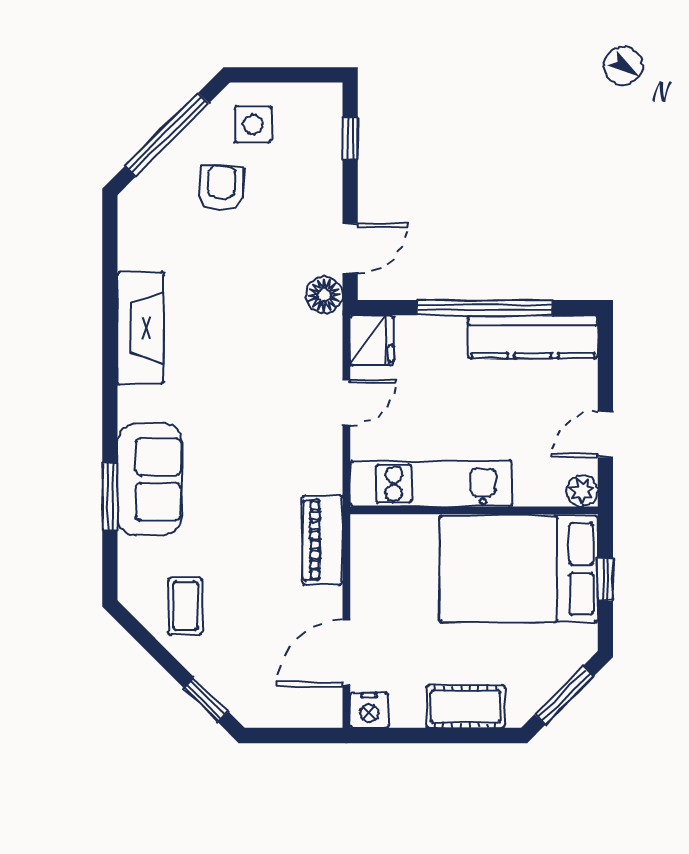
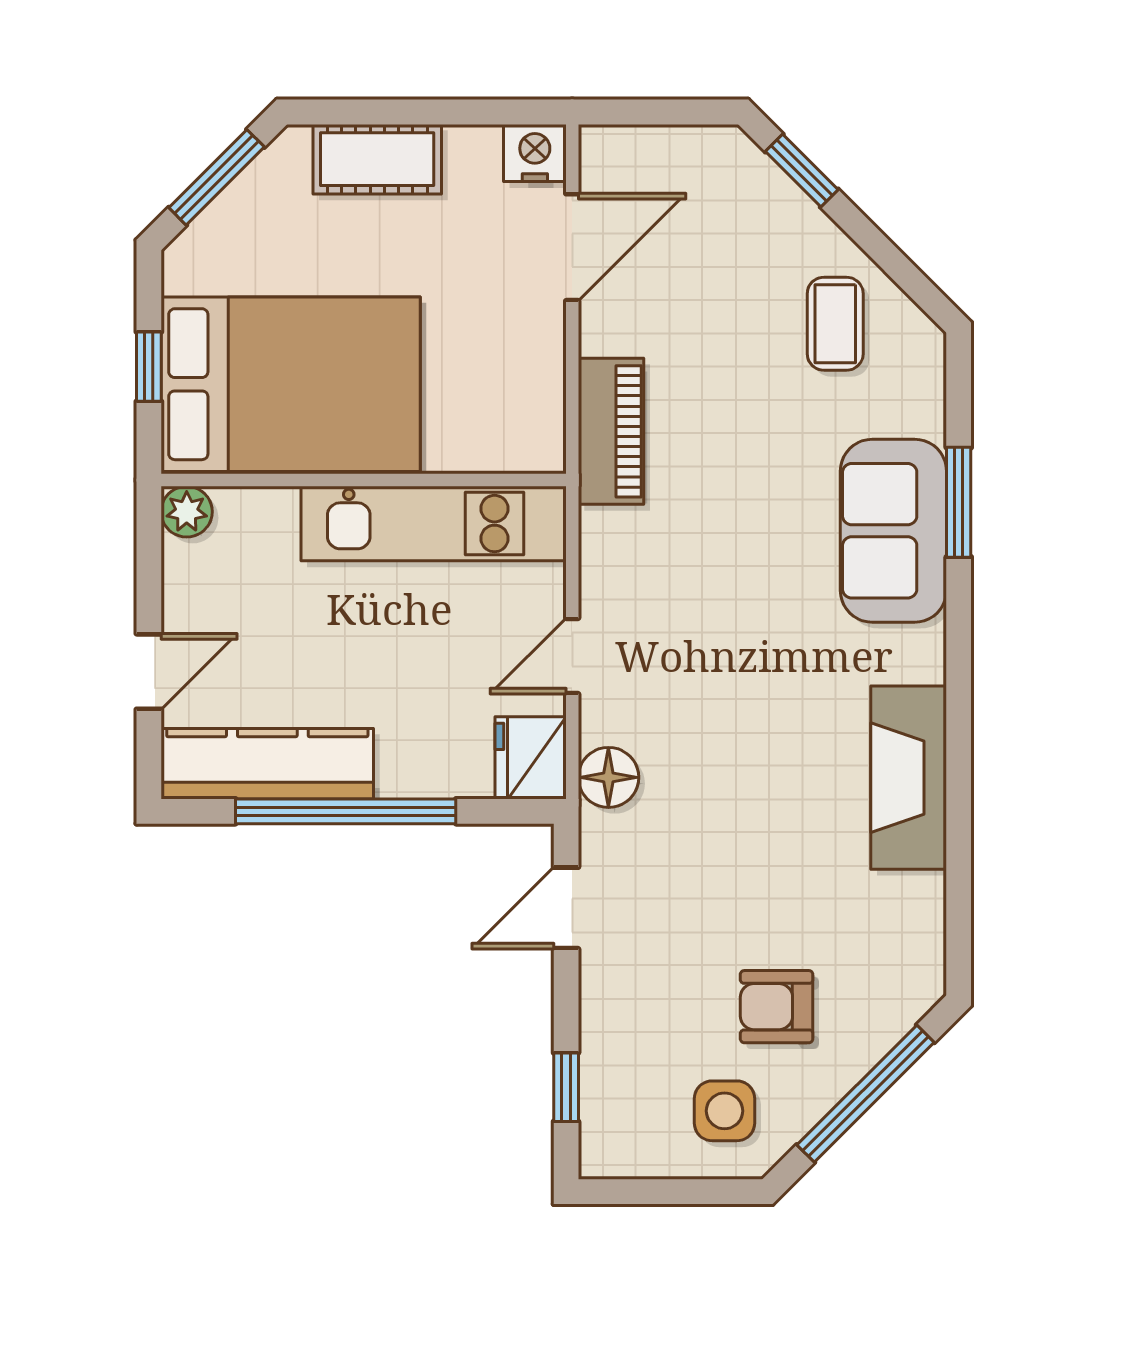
armchair: (221, 188) -> (777, 1007), turned 87
floor lamp: (324, 295) -> (608, 777), moved
door: (605, 434) -> (149, 672), moved

